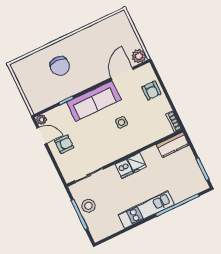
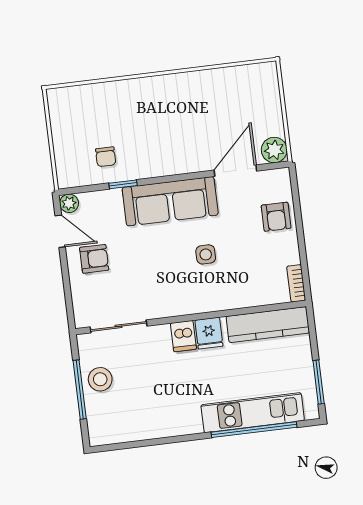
chair: (60, 66) -> (106, 157), moved, width x0.54, depth x0.54
kitchen counter: (173, 145) -> (268, 325), width x1.50
kitchen unit: (146, 210) -> (253, 413), moved

